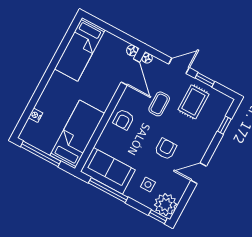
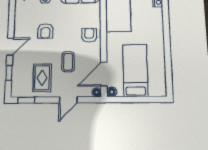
bed: (80, 49) -> (135, 70), moved
door: (130, 72) -> (104, 74), hinge flipped
window: (205, 80) -> (26, 100), moved
door: (199, 173) -> (10, 47), moved

